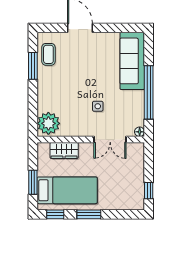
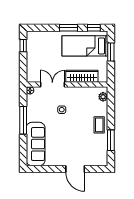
coffee table: (48, 54) -> (99, 125), moved
window: (149, 92) -> (23, 120), width x0.68
plant: (48, 123) -> (103, 97), width x0.53, depth x0.53
wardrobe: (64, 150) -> (82, 76), width x1.50

